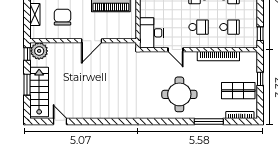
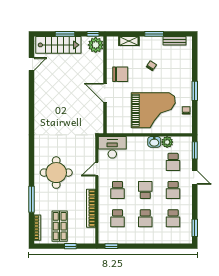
chair: (62, 17) -> (120, 74), moved

